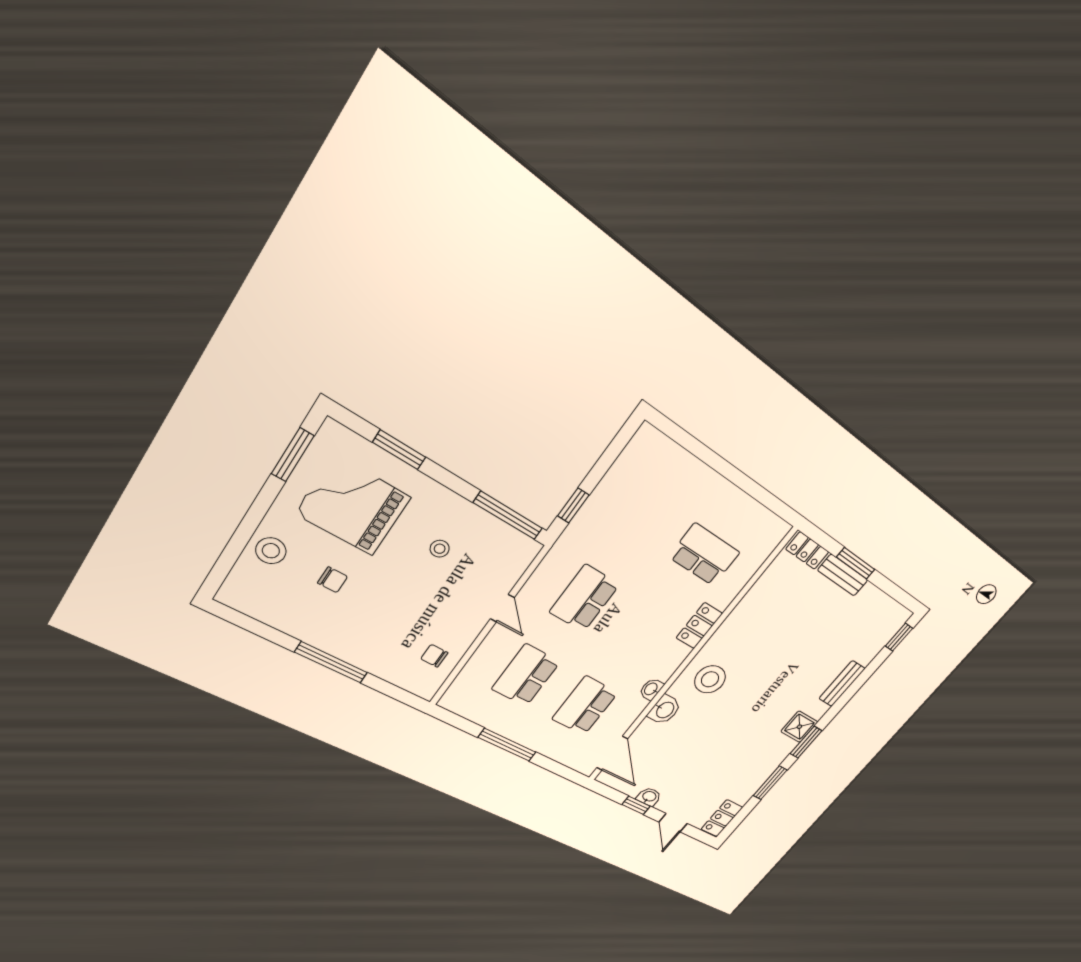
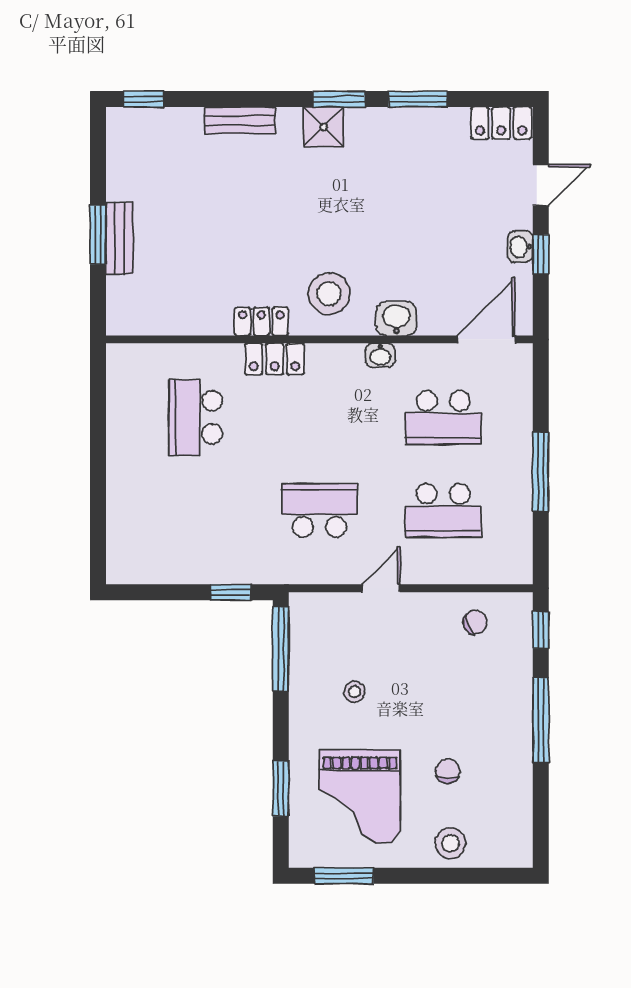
locker: (807, 551) -> (261, 321), moved, turned -90
school desk: (584, 598) -> (319, 510), turned 180
chair: (434, 656) -> (475, 622), turned -112
window: (400, 694) -> (541, 630), added

